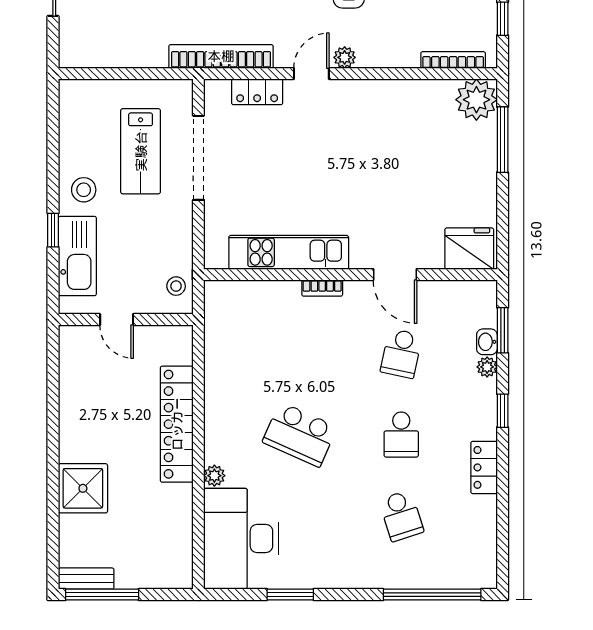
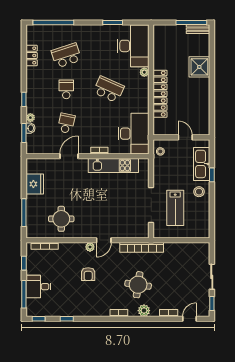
locker: (257, 92) -> (127, 233), removed
plant: (476, 100) -> (35, 229), removed
round table: (413, 125) -> (61, 219), added
lab bench: (141, 151) -> (175, 208), turned 180
fridge: (469, 249) -> (35, 184), moved, turned -90
door: (395, 275) -> (69, 156), hinge flipped
desk: (240, 329) -> (134, 134), added
locker: (484, 467) -> (32, 55), moved
school desk: (401, 516) -> (66, 55), width x1.85

